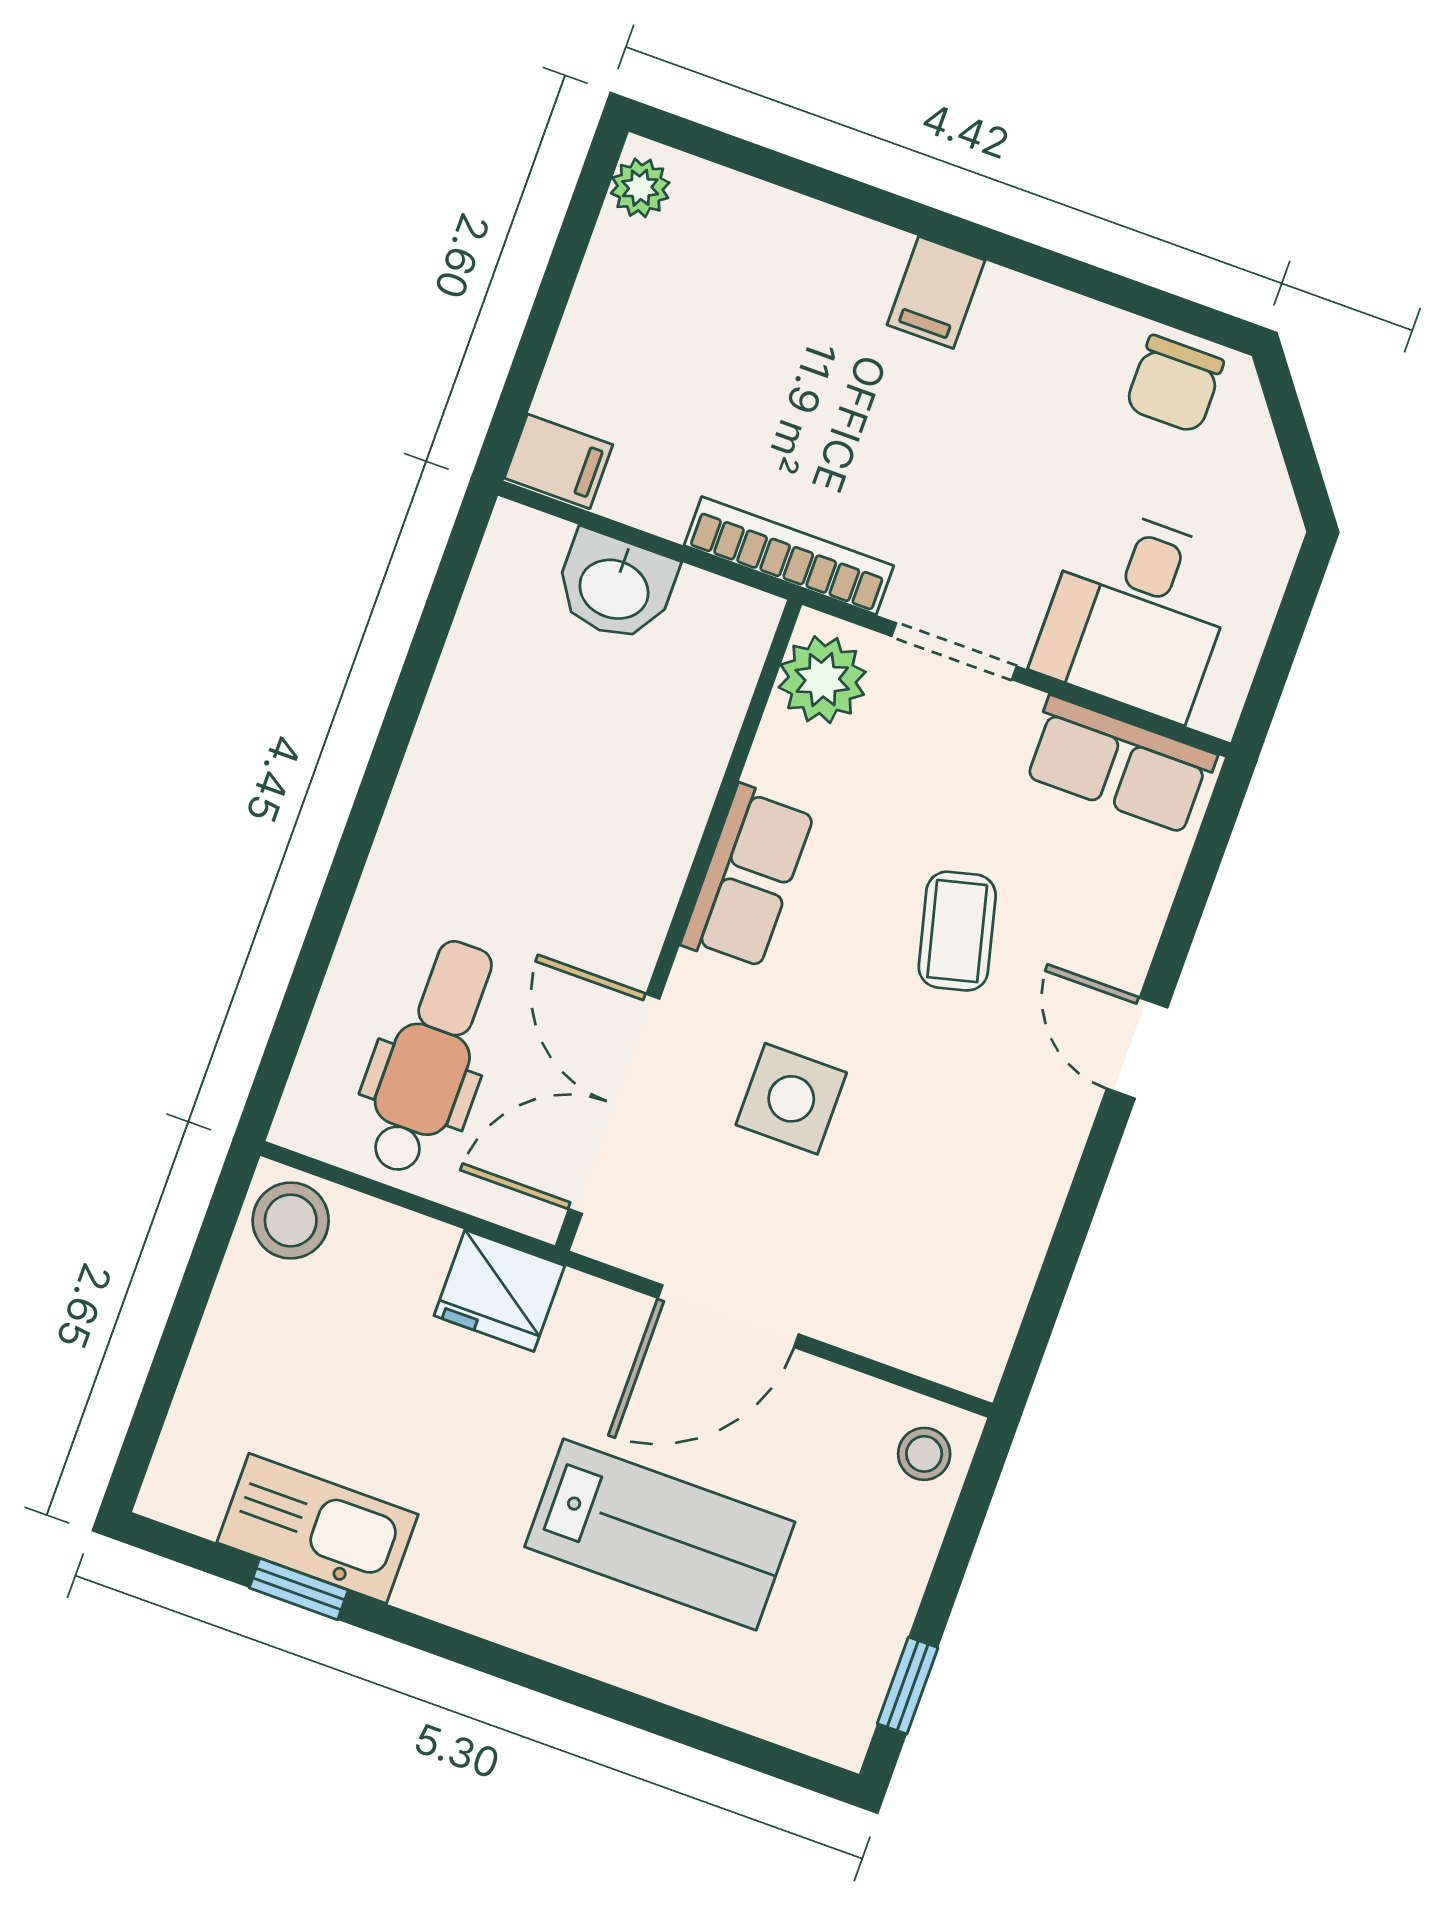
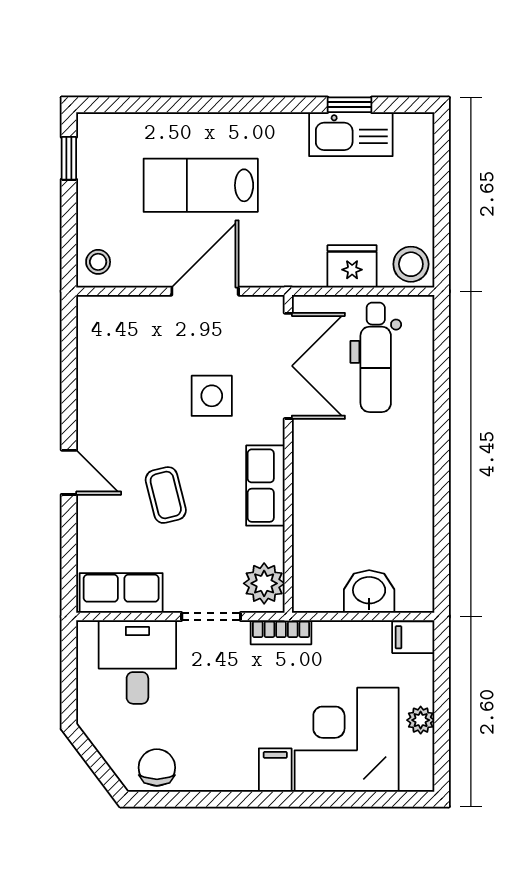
plant: (640, 188) -> (421, 720), moved
corner desk: (769, 302) -> (347, 740), added
bookcase: (789, 556) -> (281, 632), width x0.64
fridge: (499, 1291) -> (352, 266), moved

